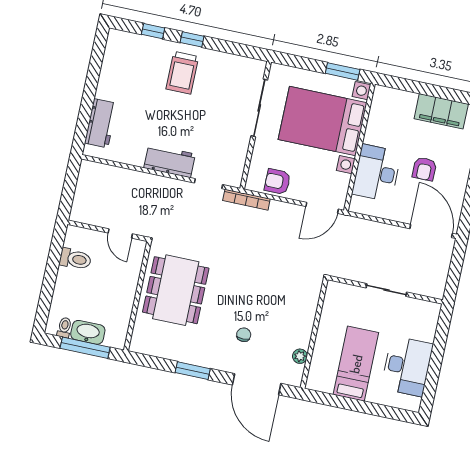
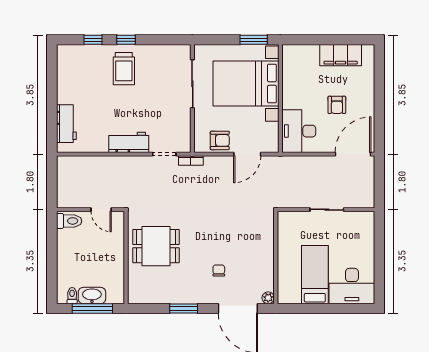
desk: (377, 173) -> (299, 131), moved
armchair: (277, 182) -> (220, 140), turned 180
bookcase: (246, 200) -> (191, 161), width x0.64
door: (322, 208) -> (247, 154), moved
door: (431, 231) -> (353, 154), hinge flipped
toilet: (75, 259) -> (69, 221), moved
dining table: (176, 290) -> (156, 246), width x0.73
plant: (300, 356) -> (268, 298), moved
desk: (407, 366) -> (352, 286), moved, turned 90

